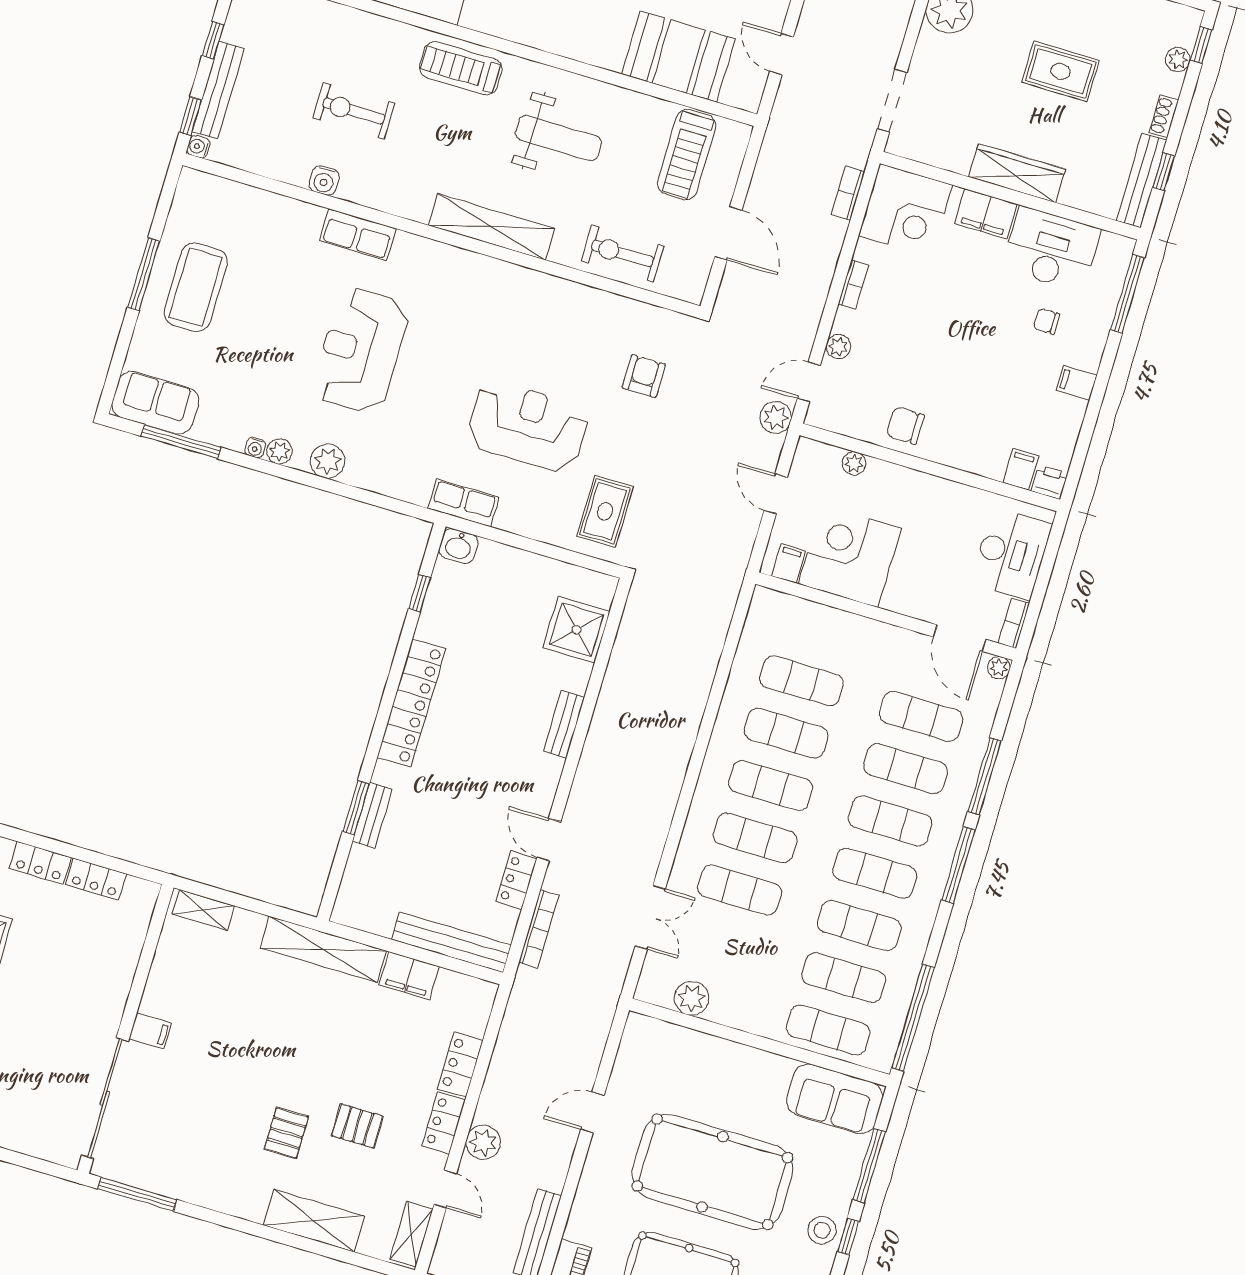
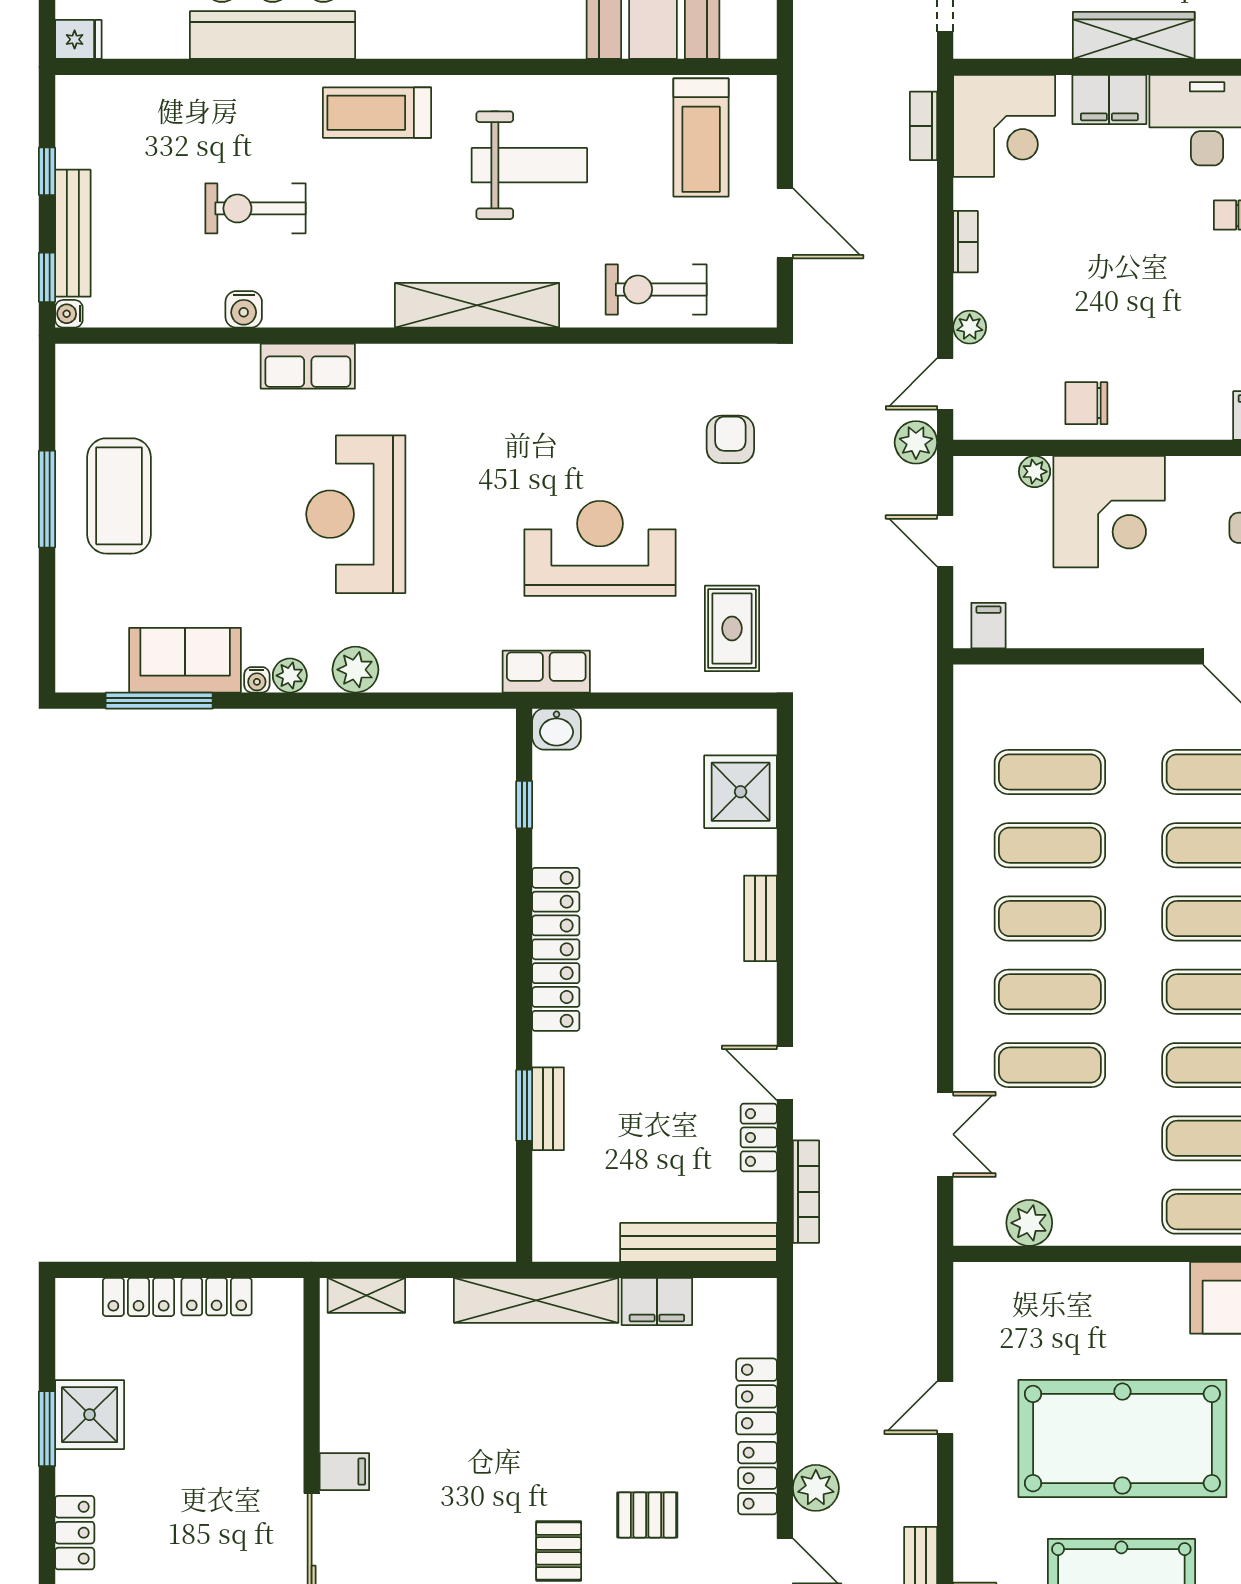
sofa: (155, 403) -> (185, 660), moved
corner desk: (850, 556) -> (1109, 512), moved, turned 180

